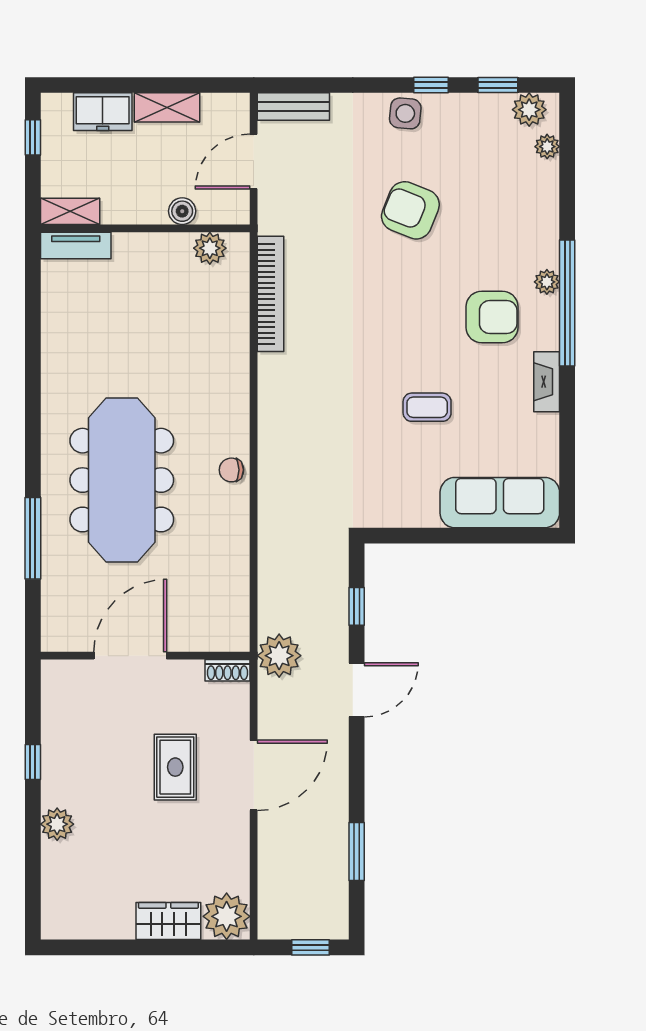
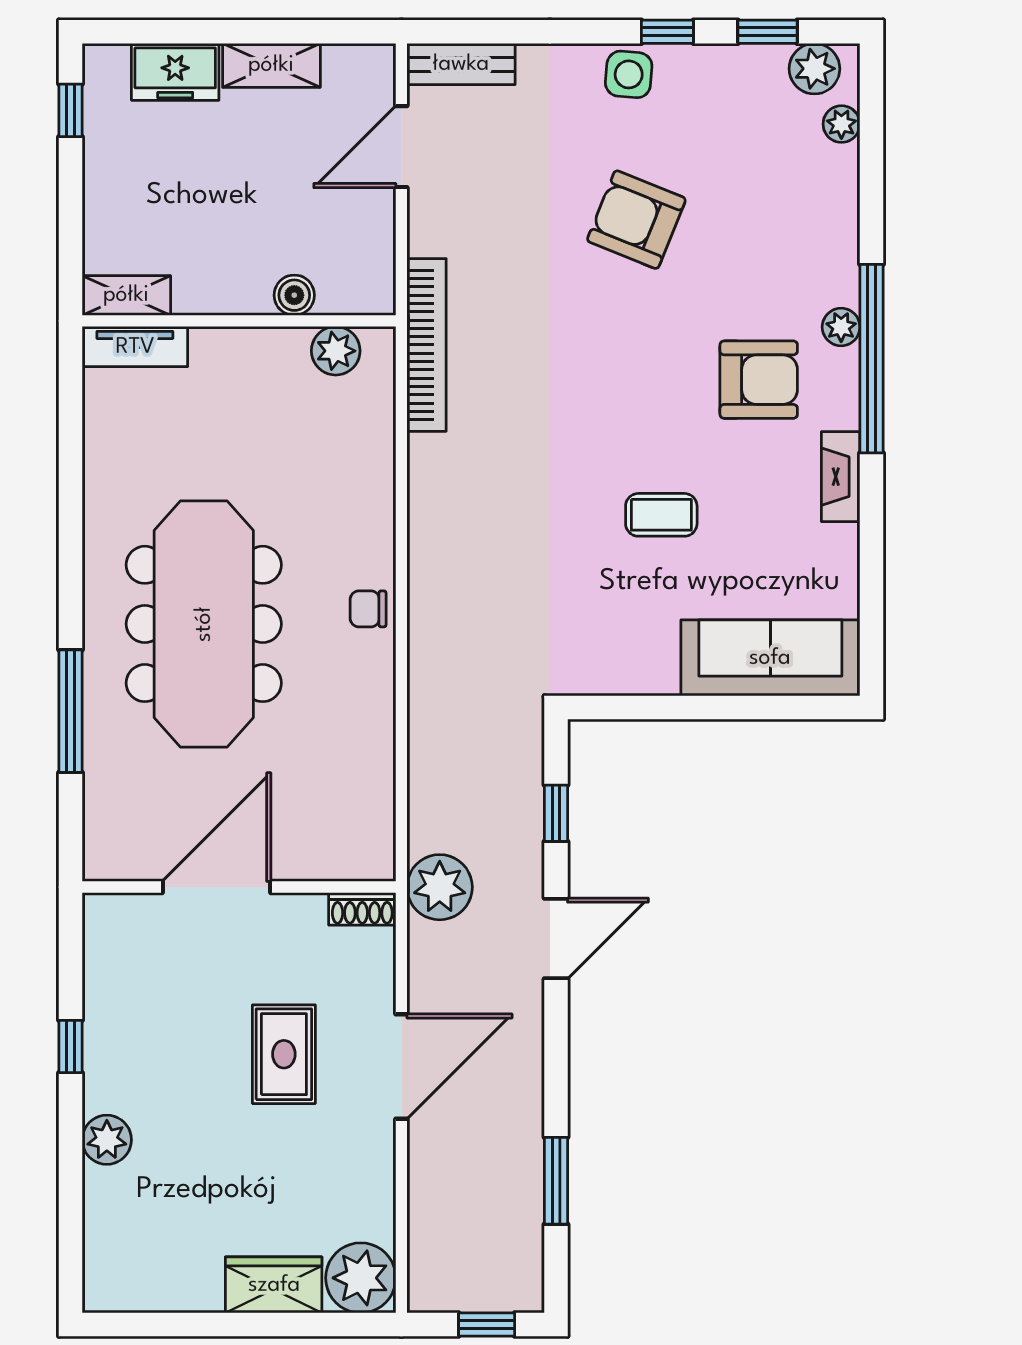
shelving: (70, 211) -> (126, 295), moved
boiler: (182, 211) -> (294, 295), moved
wall: (145, 228) -> (239, 321), moved
tv unit: (76, 245) -> (135, 347), moved
plant: (210, 248) -> (336, 351), moved

